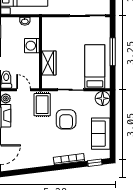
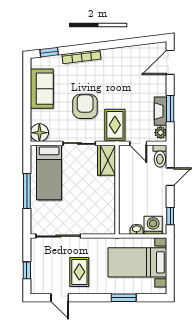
washing machine: (32, 46) -> (153, 225), moved, turned -90
wardrobe: (49, 63) -> (106, 160), moved

